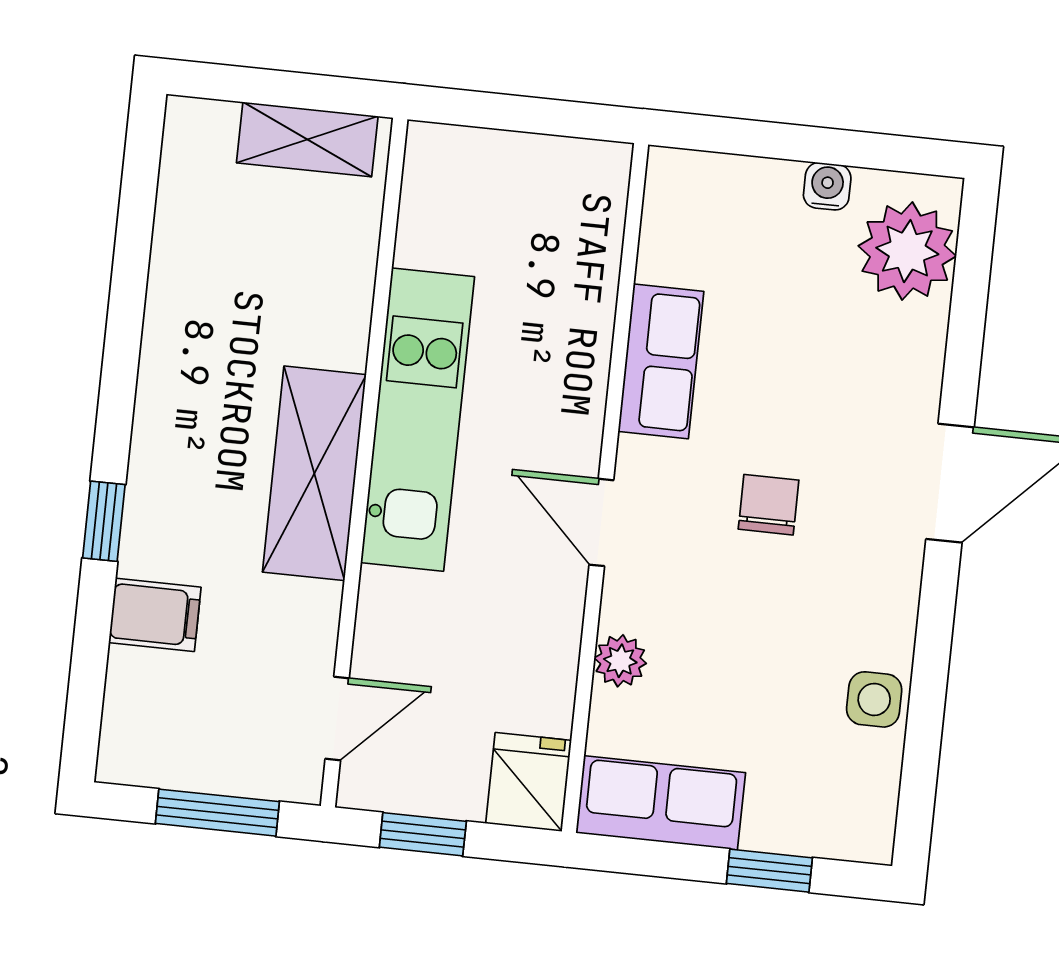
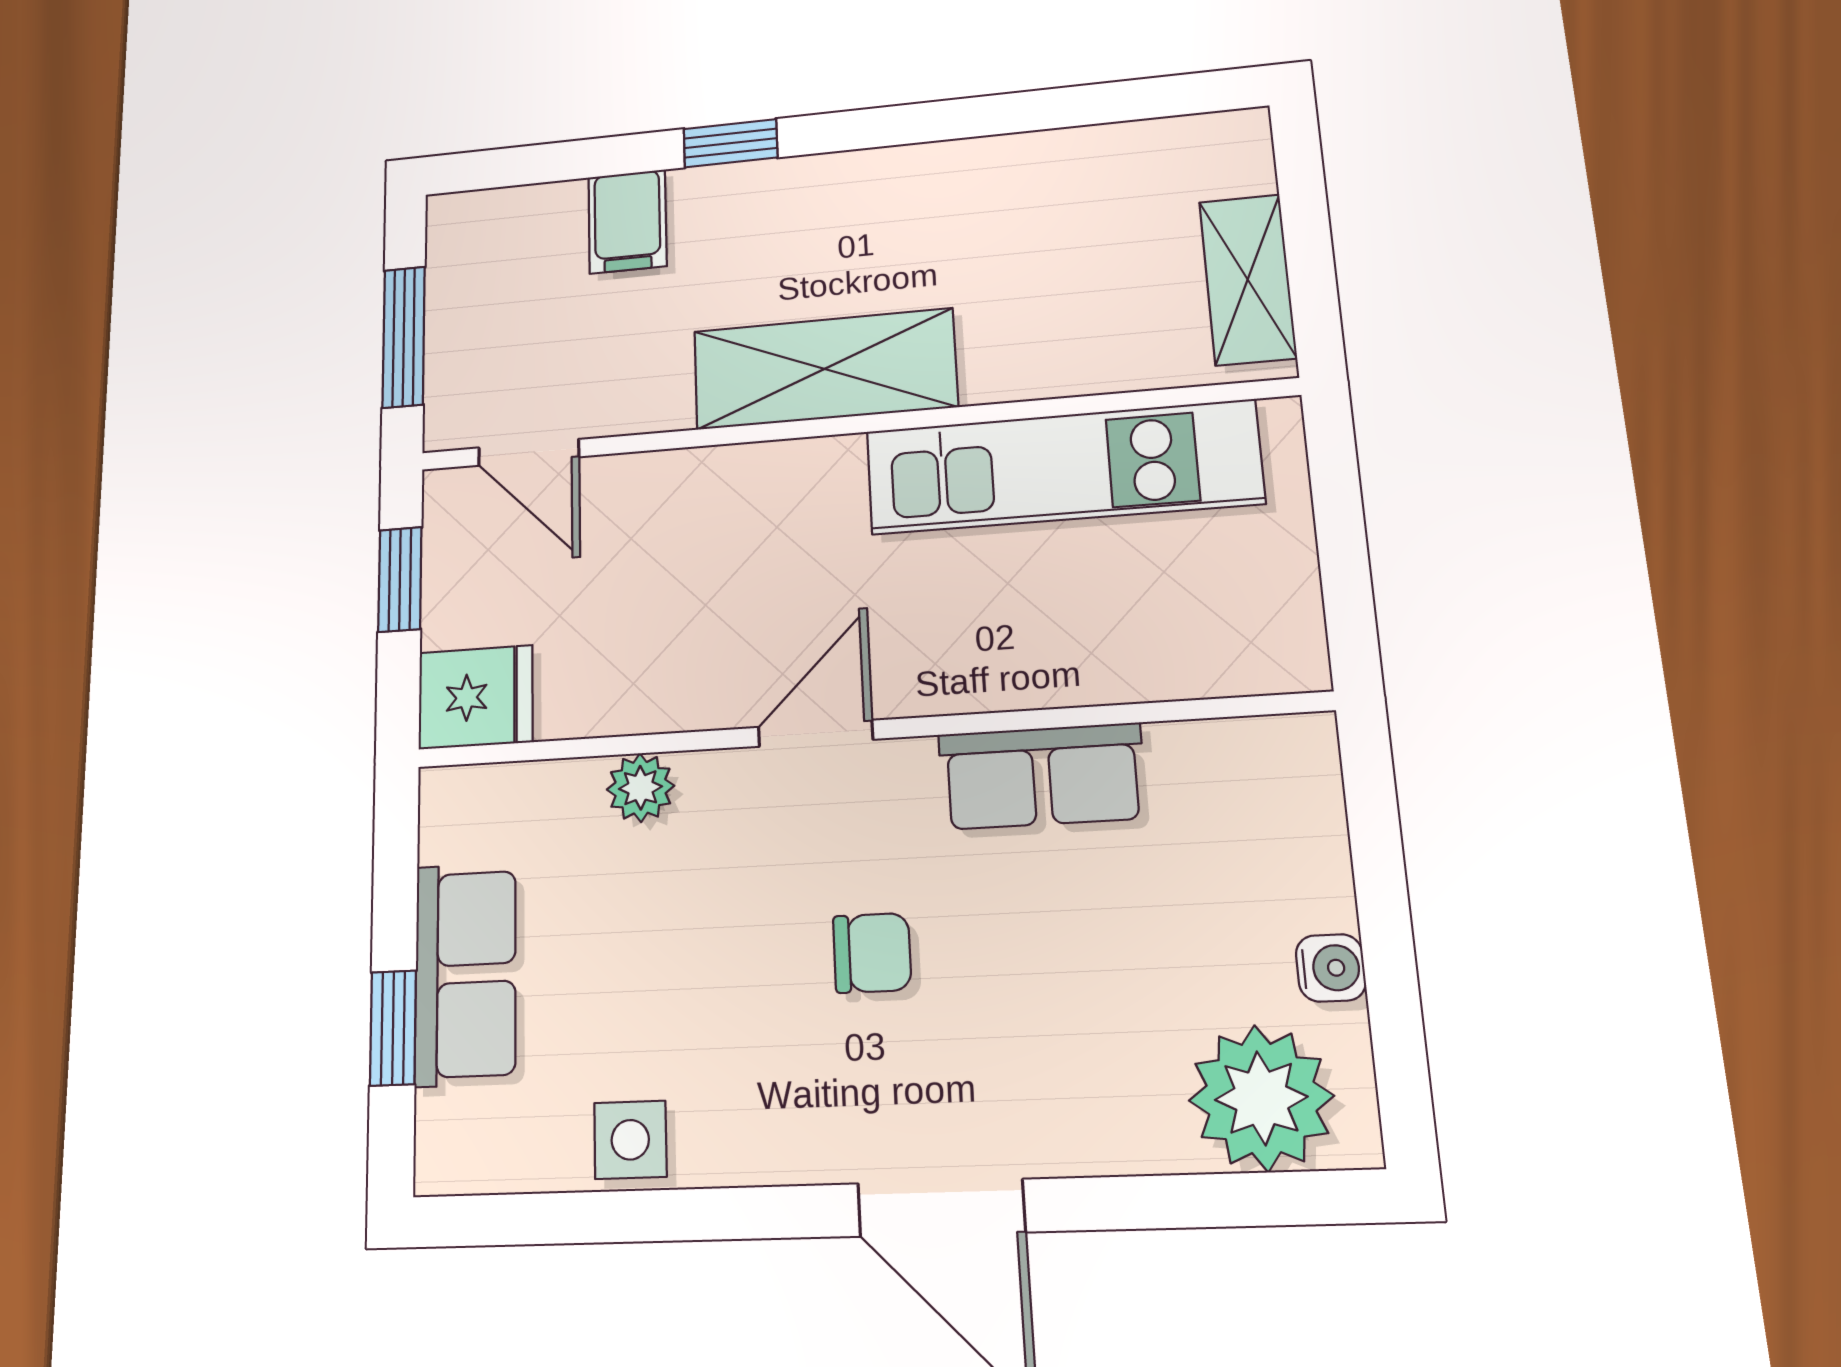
kitchen unit: (418, 420) -> (1062, 467), moved
row of seats: (661, 803) -> (465, 974), moved

